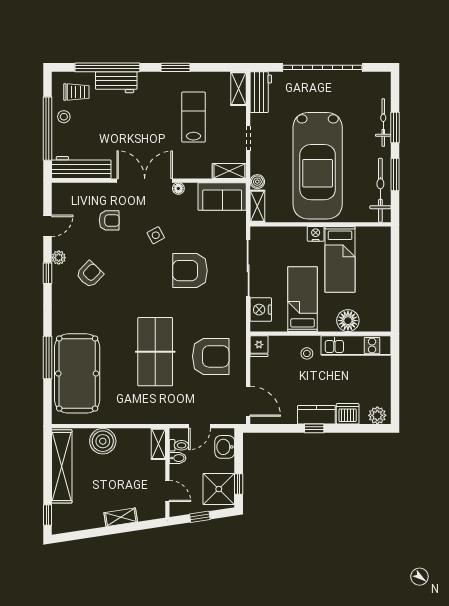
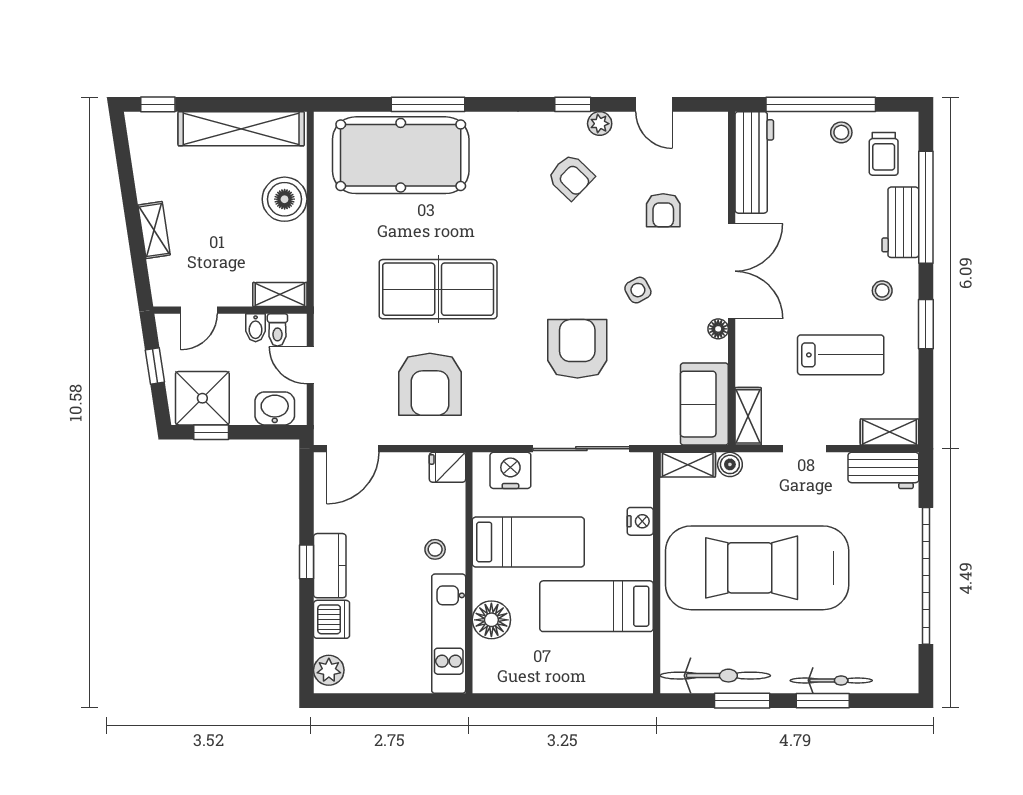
stool: (156, 93) -> (882, 291), added
nightstand: (316, 234) -> (640, 521), moved

